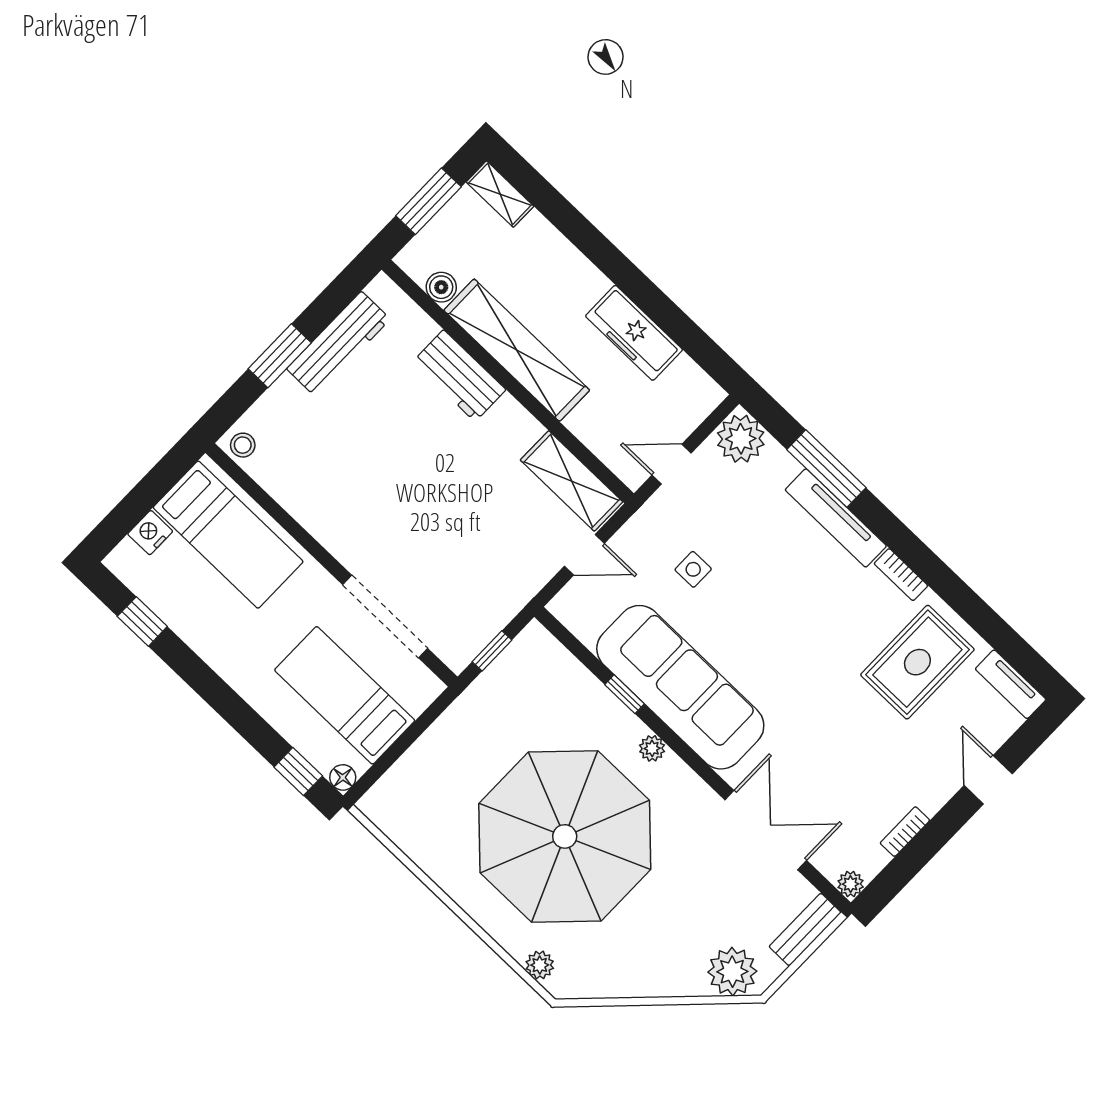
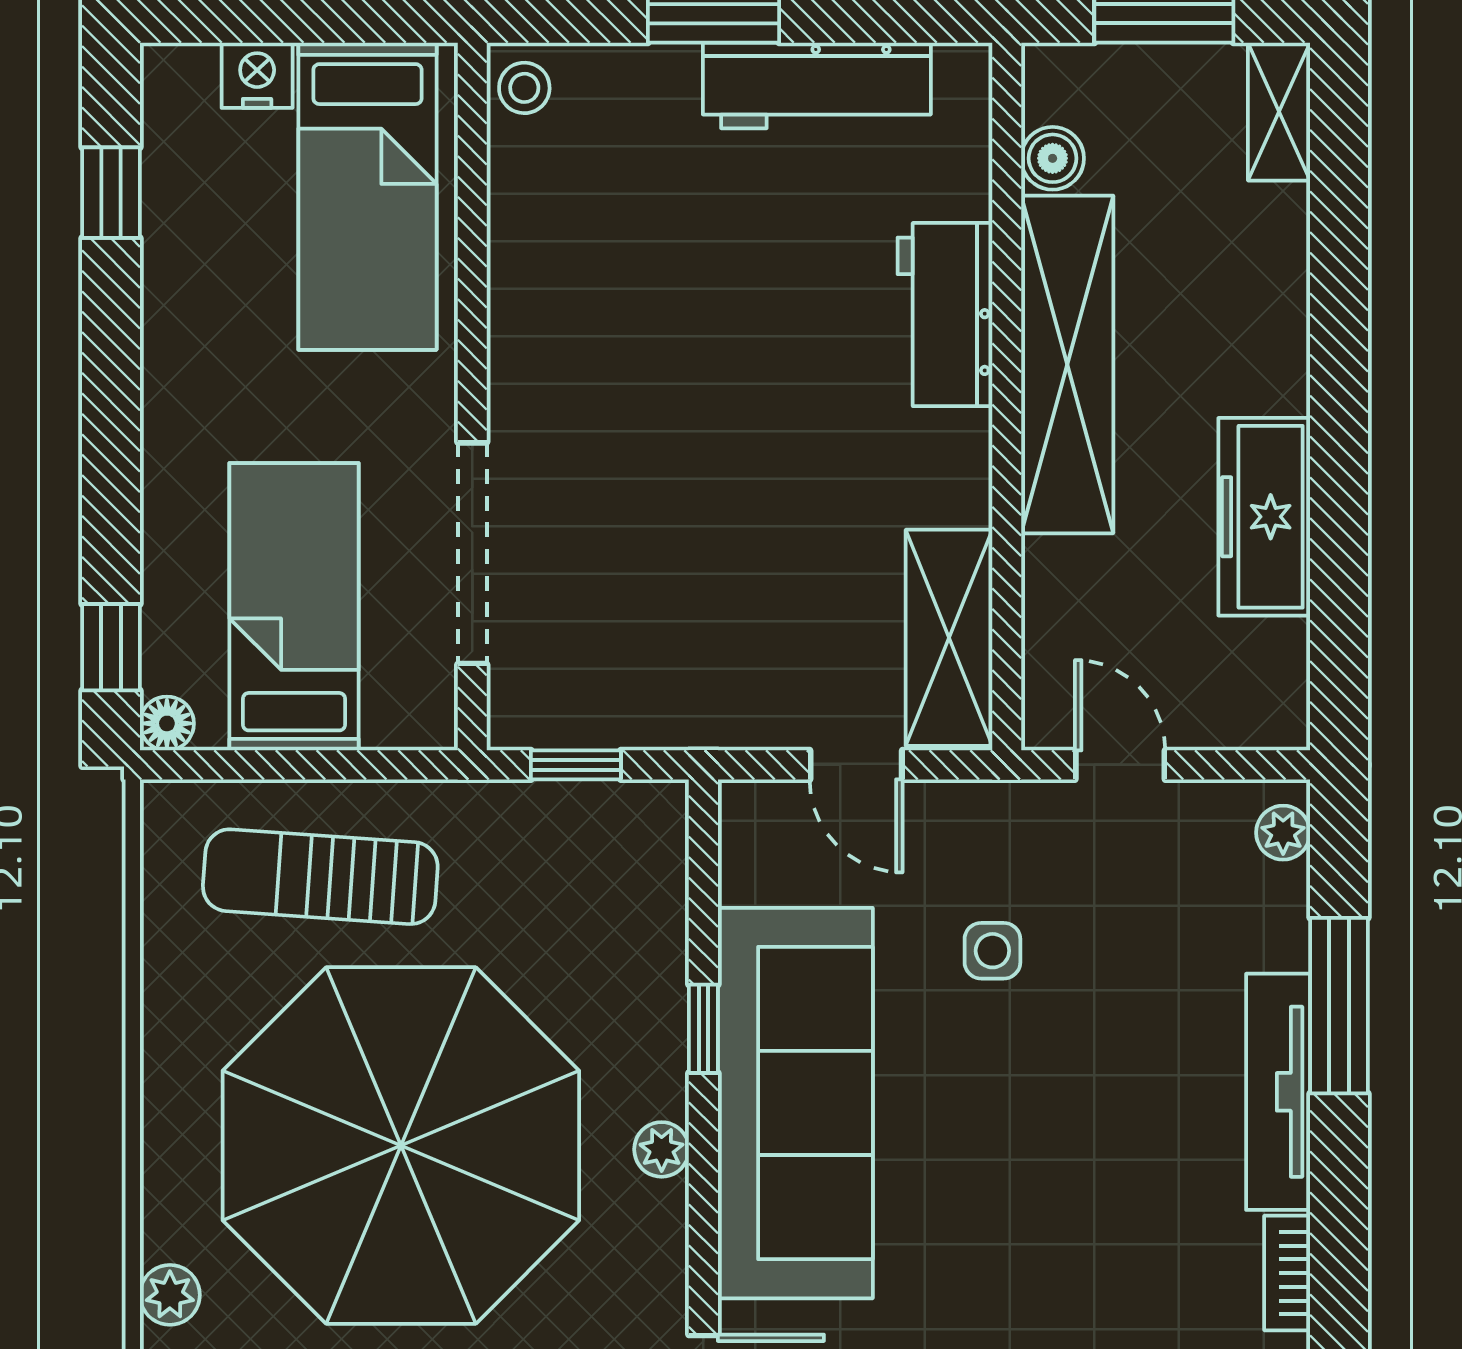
plant: (741, 439) -> (1283, 833), width x0.53, depth x0.53
sun lounger: (446, 775) -> (320, 877), added

